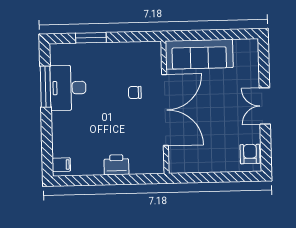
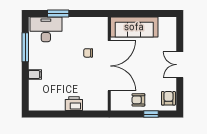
desk: (68, 88) -> (46, 29), moved, turned 90
armchair: (208, 157) -> (138, 100), added
filing cabinet: (61, 165) -> (35, 75), moved
window: (226, 177) -> (151, 114), added

